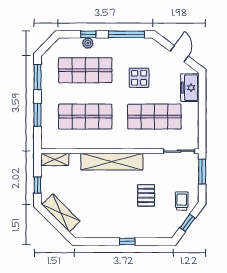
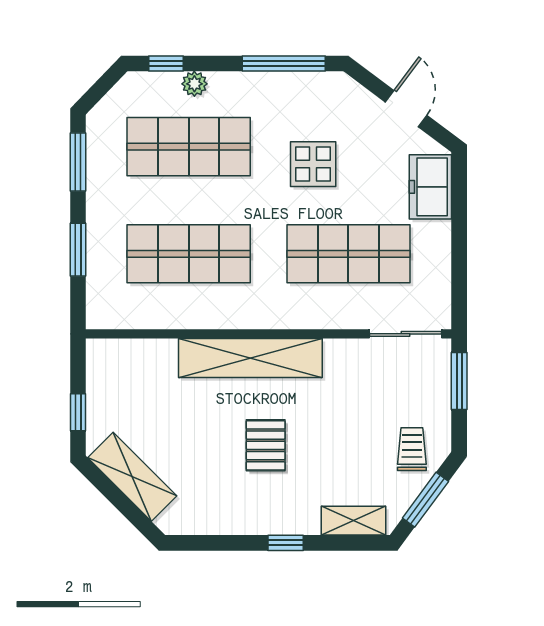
window: (88, 34) -> (166, 63), moved
shelving: (55, 159) -> (353, 521), moved
pallet: (146, 195) -> (266, 445), moved
window: (188, 223) -> (425, 500), width x1.50

